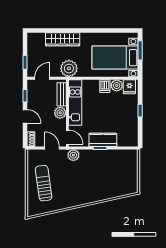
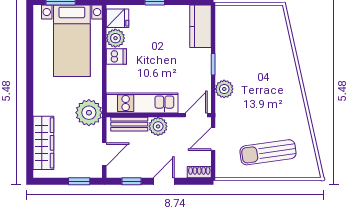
wardrobe: (63, 39) -> (43, 143), moved
door: (42, 78) -> (104, 154), swing flipped
kitchen counter: (103, 140) -> (200, 26), moved
plant: (73, 155) -> (224, 89), moved

